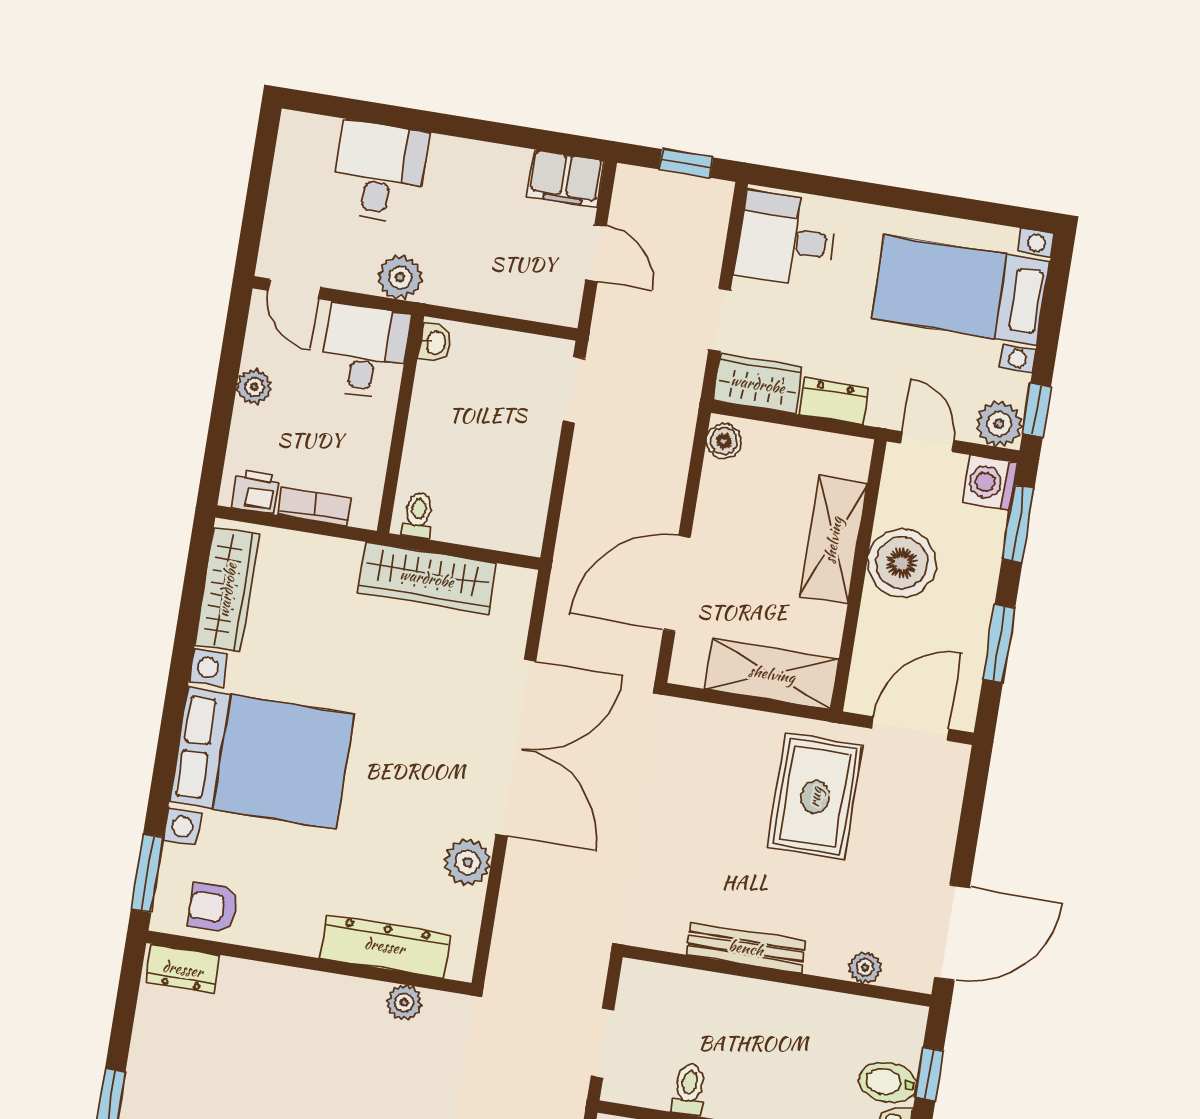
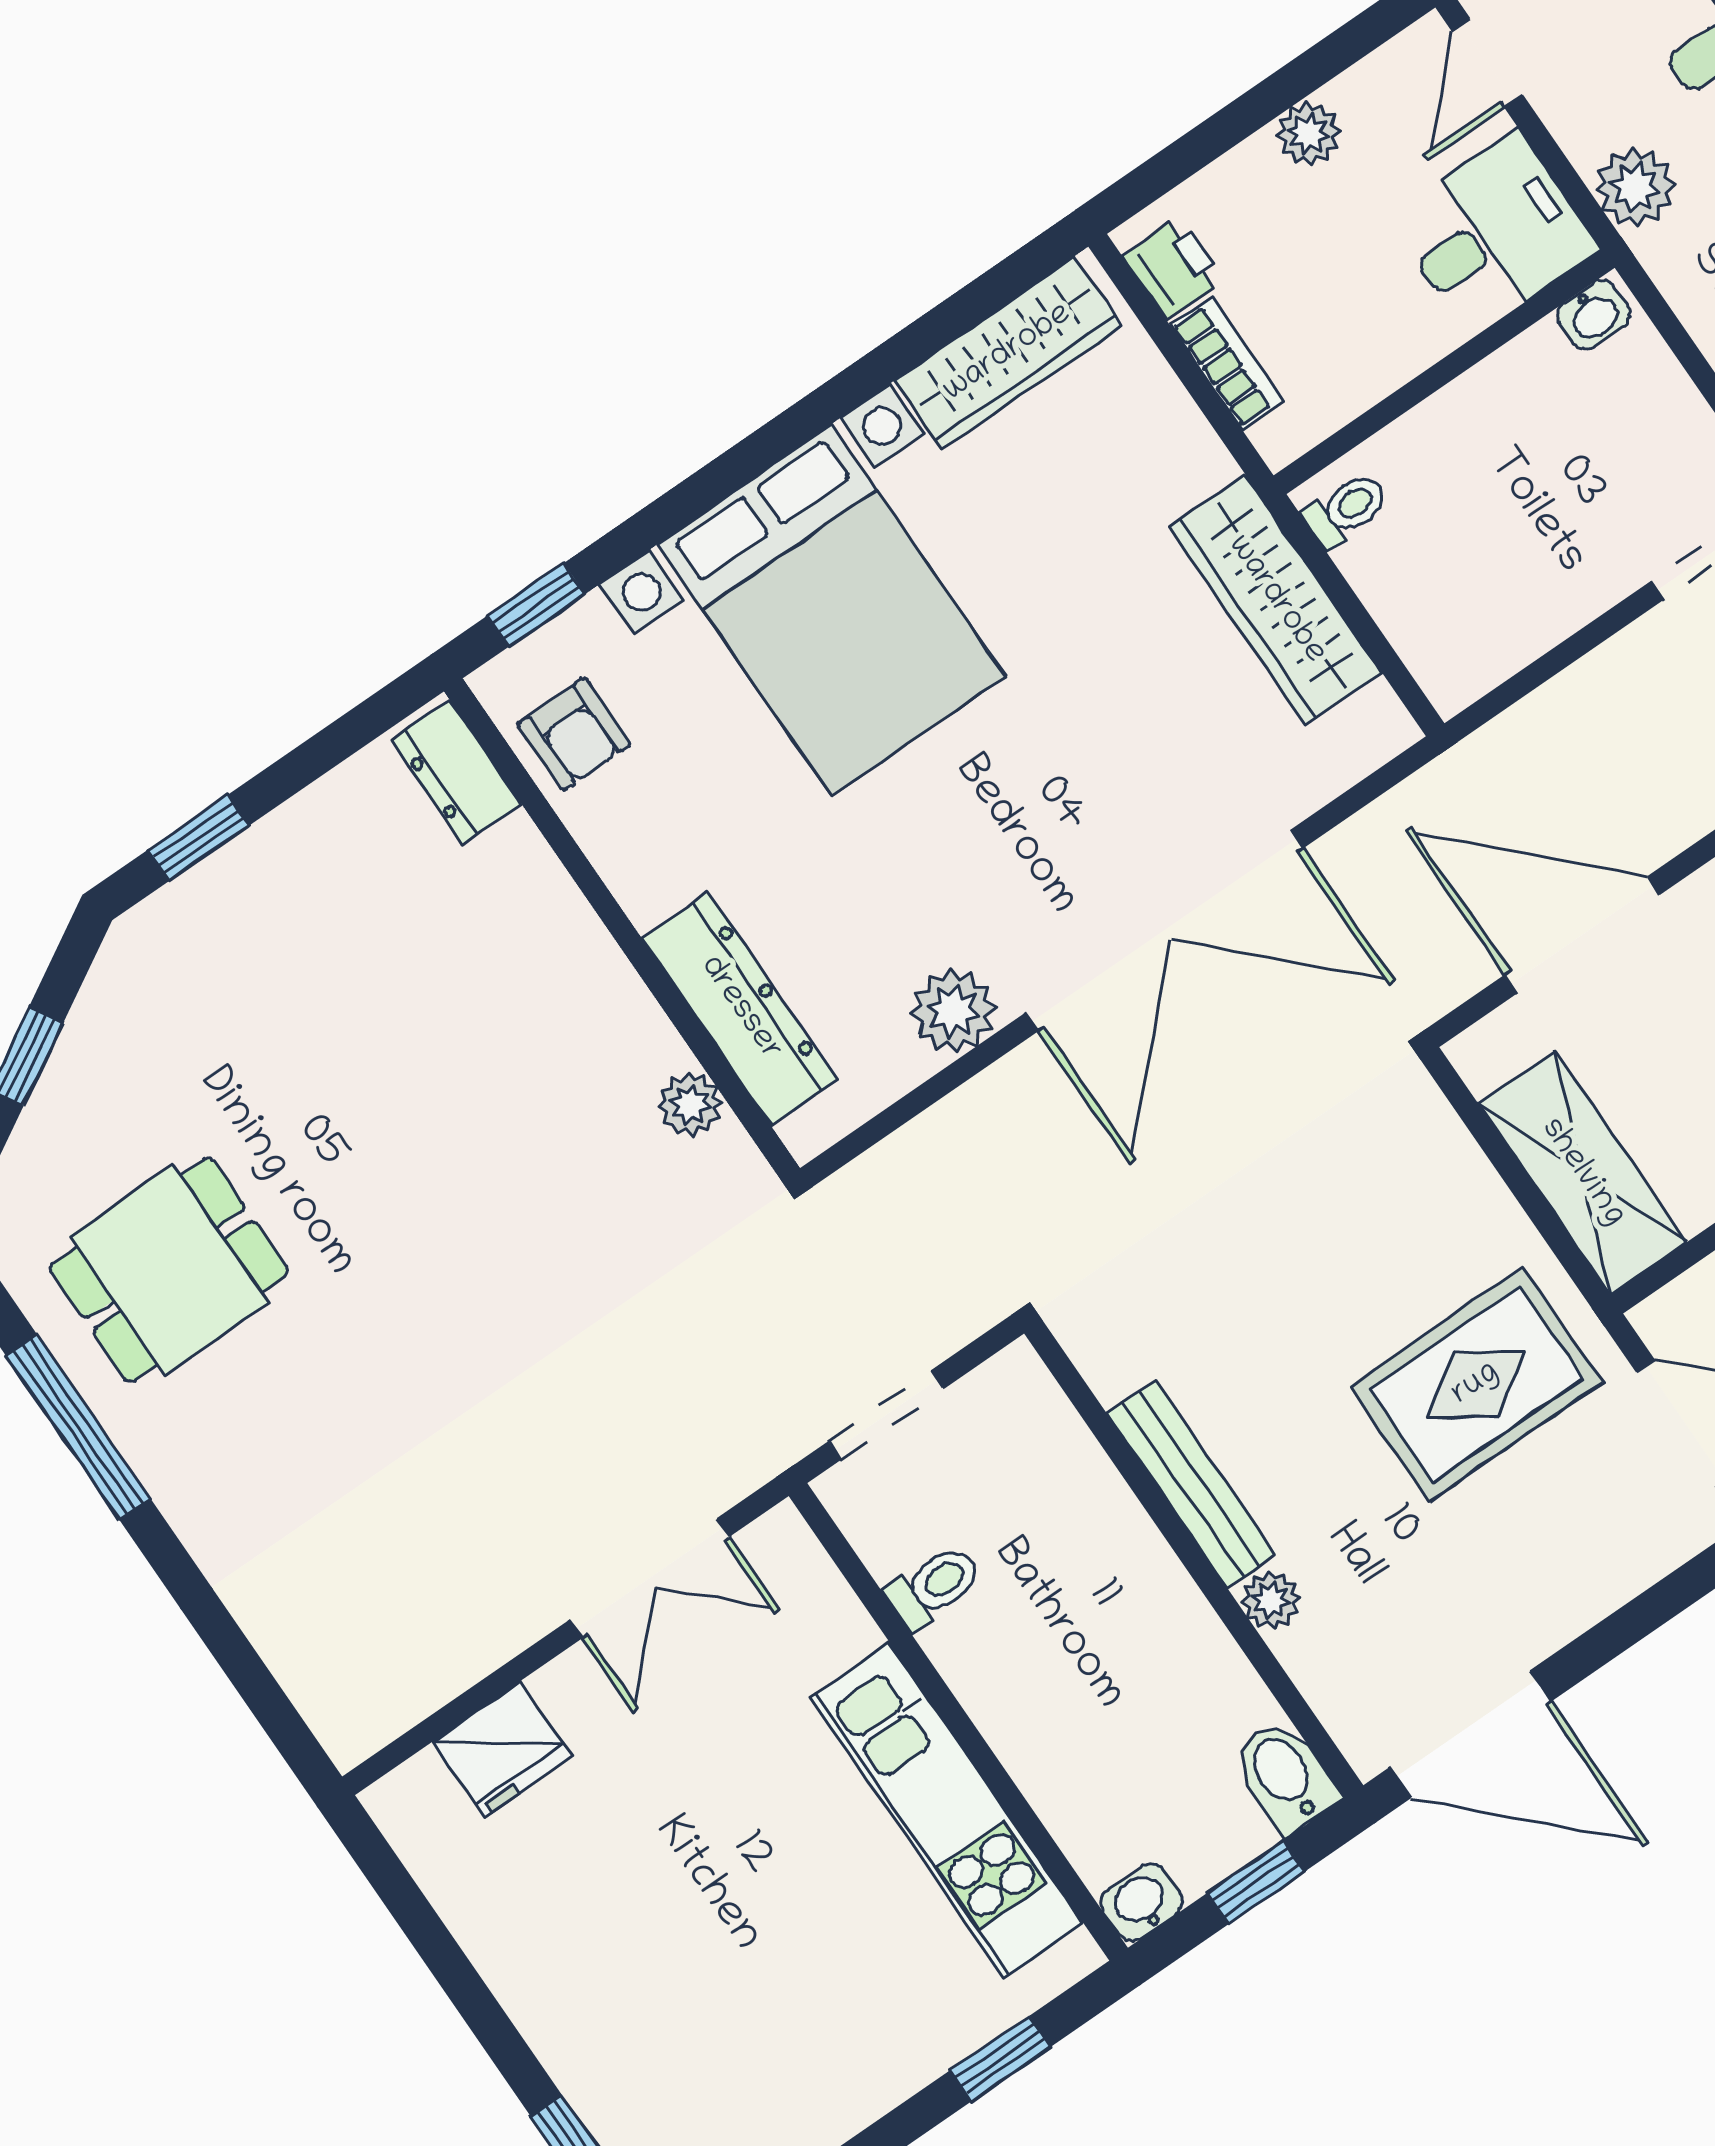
window: (147, 873) -> (536, 605), width x0.67
armchair: (213, 908) -> (574, 734), turned 180
plant: (865, 967) -> (1271, 1600), moved
bidet: (888, 1082) -> (1285, 1776), moved

